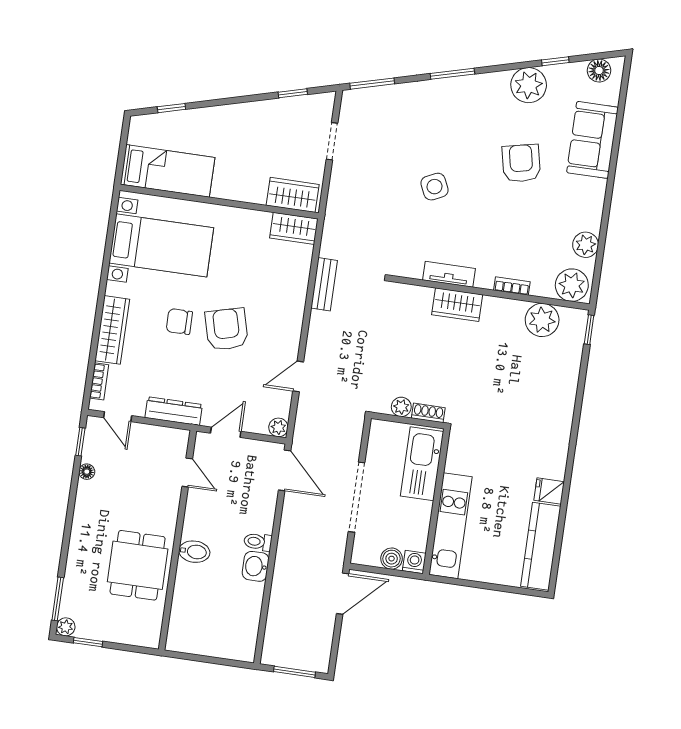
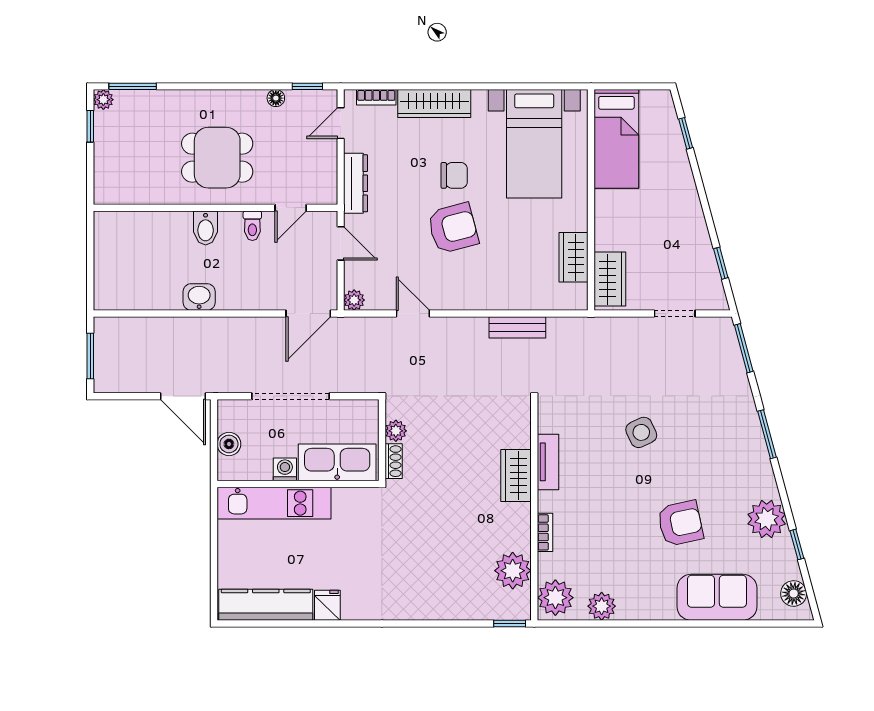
wardrobe: (294, 228) -> (574, 257), moved
chair: (179, 321) -> (454, 175), turned 90
toilet: (258, 542) -> (252, 226), moved, turned 180
washing machine: (414, 562) -> (285, 469), moved, turned -90
dining table: (138, 565) -> (217, 158), moved

